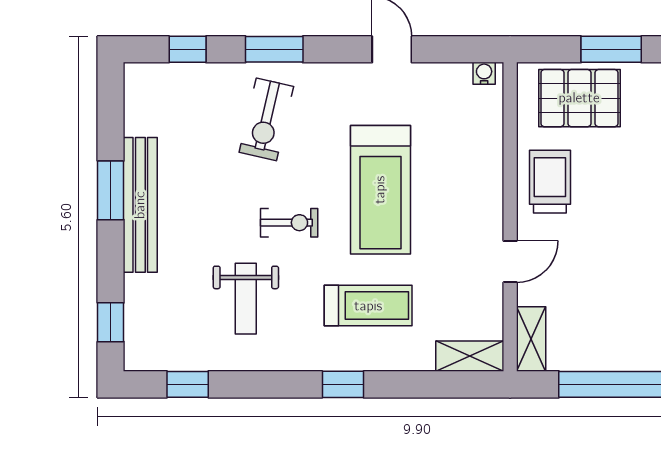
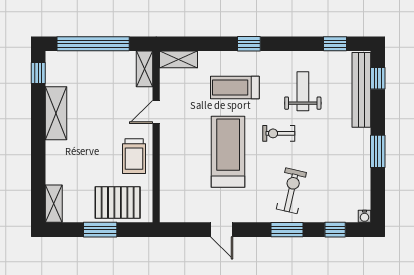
water cooler: (484, 73) -> (365, 216), moved
bench: (140, 205) -> (361, 90), moved

